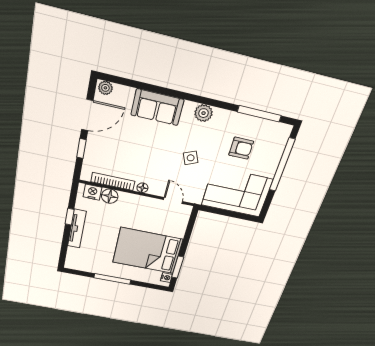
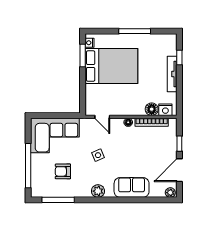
window: (70, 217) -> (179, 58), moved

